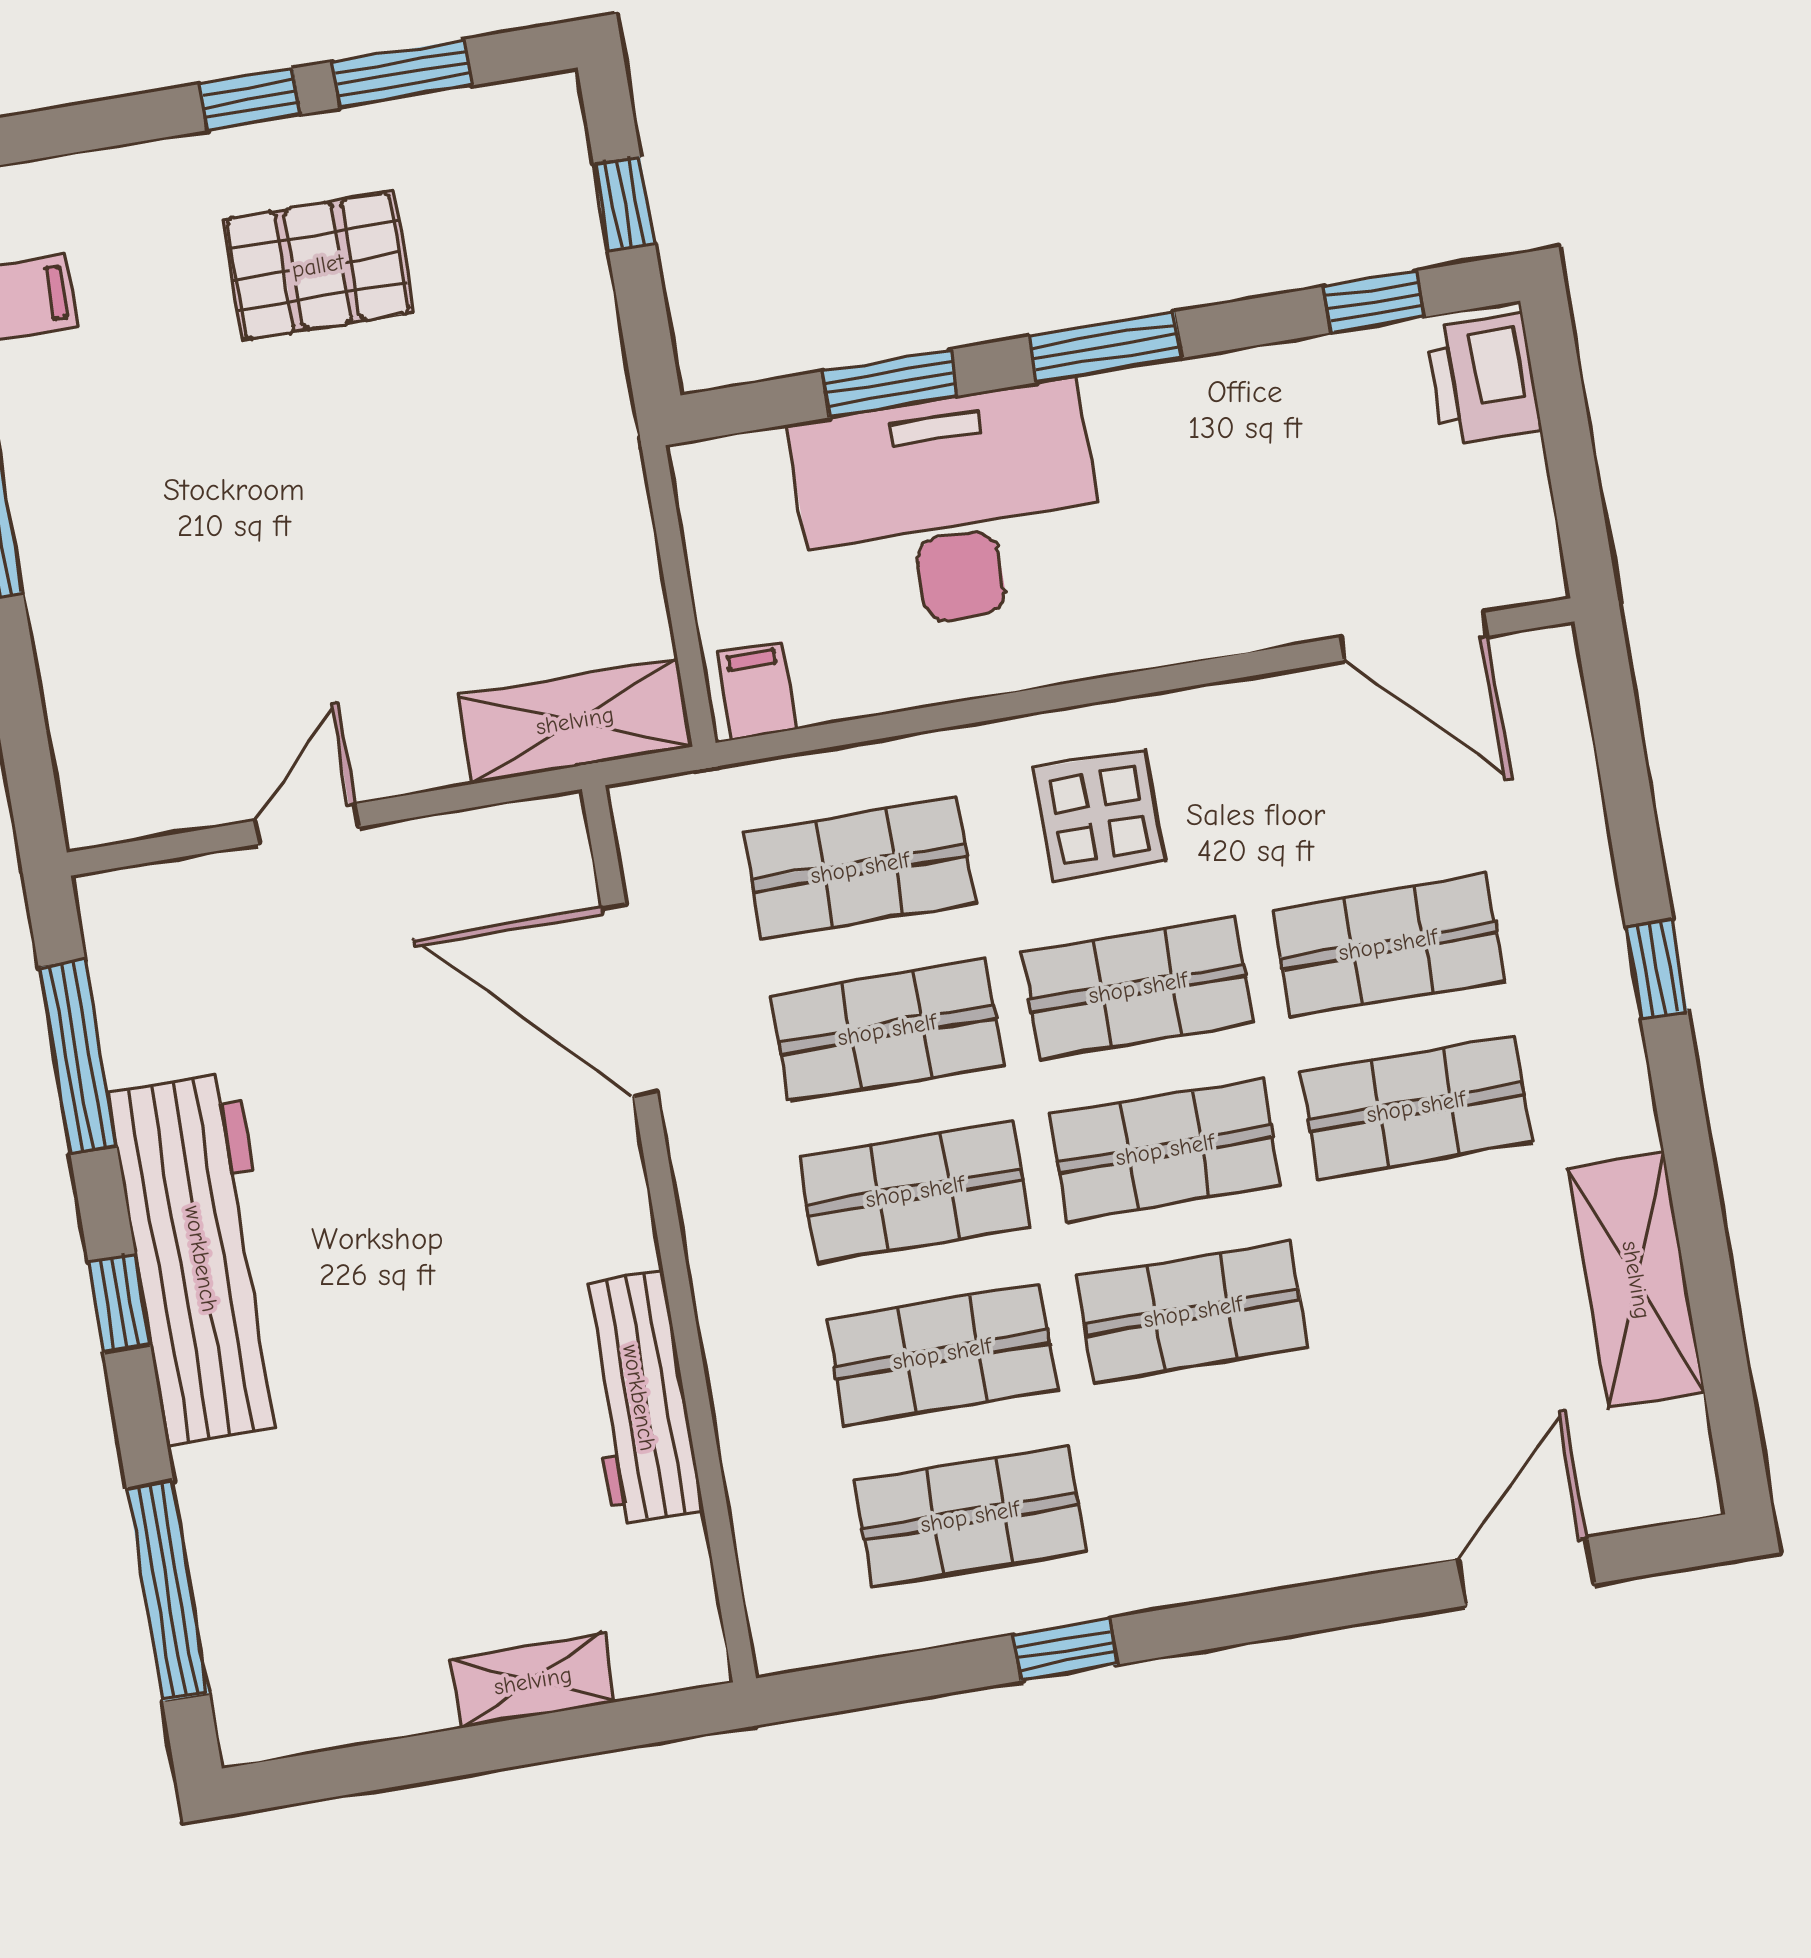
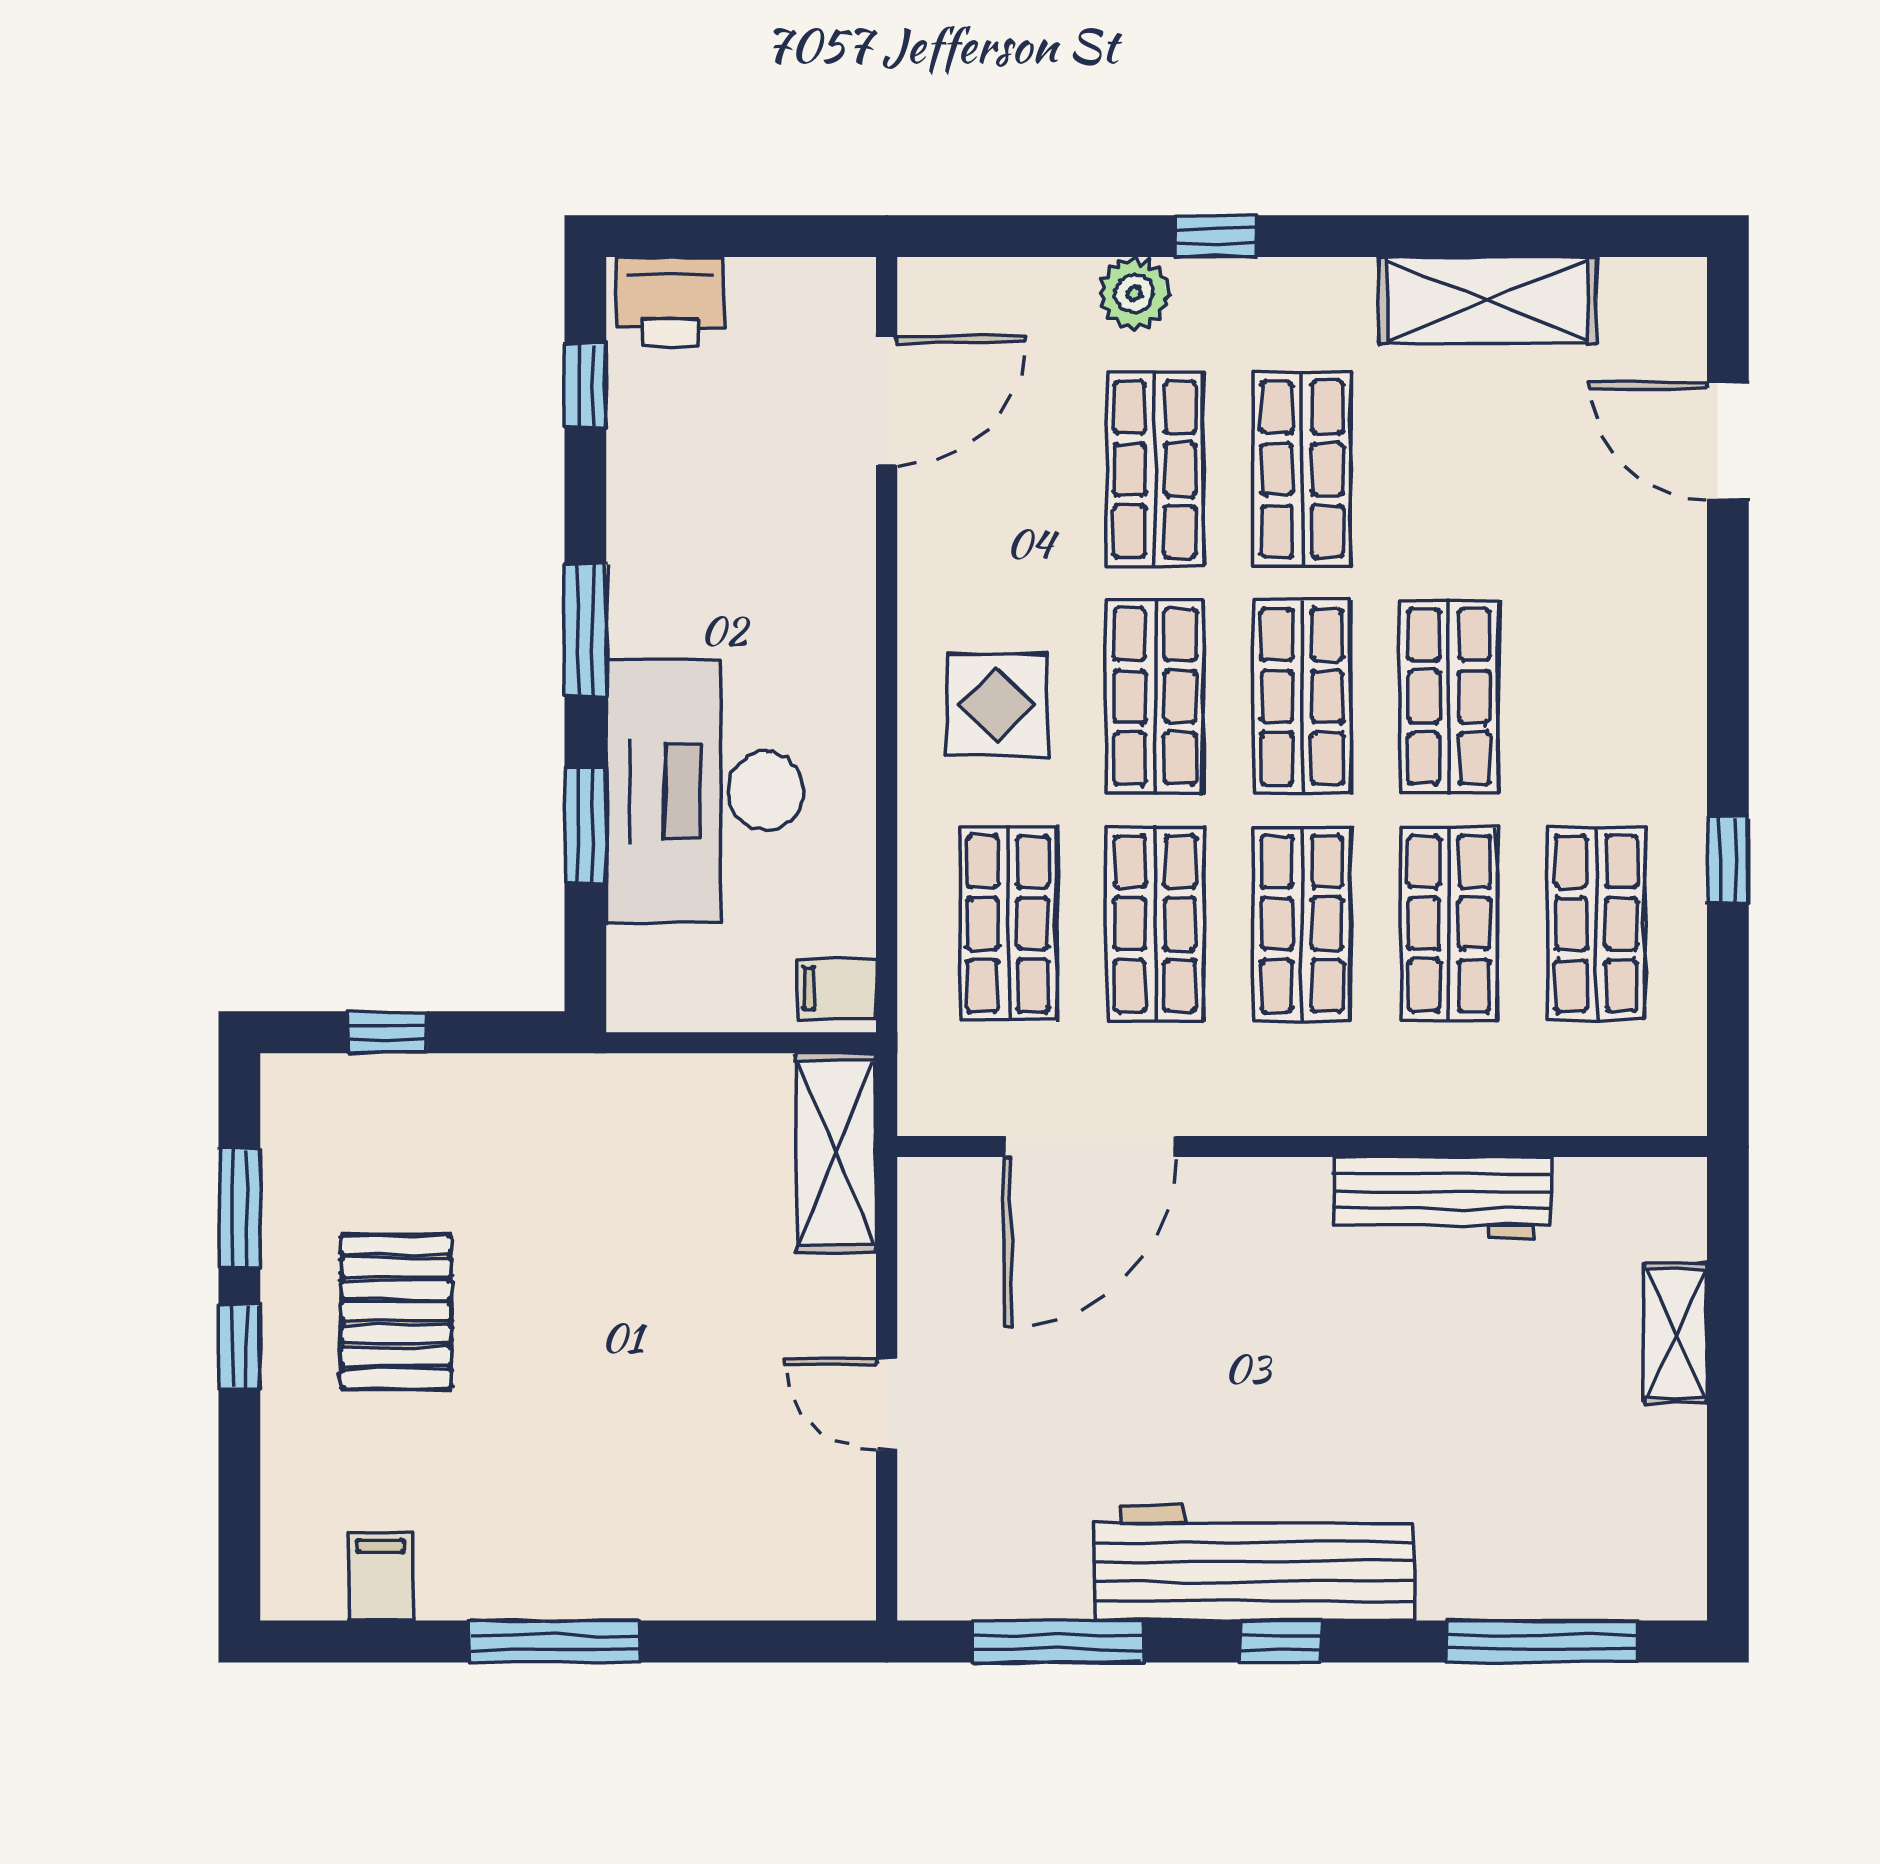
plant: (1578, 889) -> (1134, 293), added

